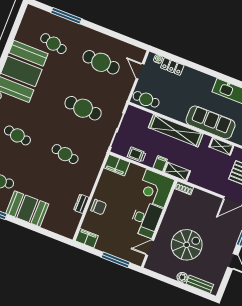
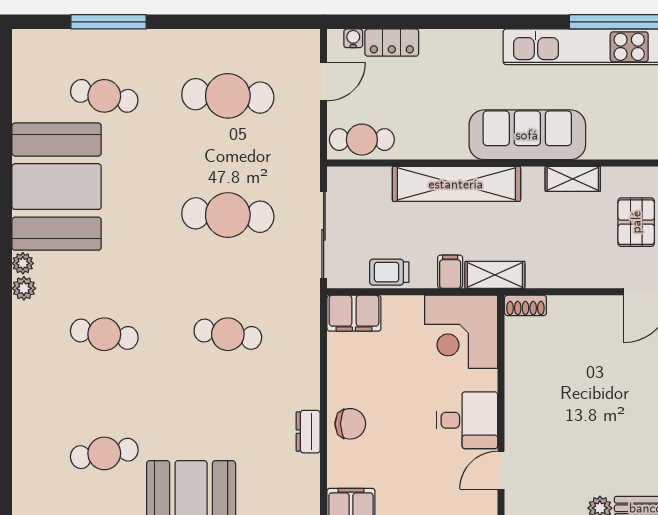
door: (140, 71) -> (324, 82), swing flipped
desk: (146, 219) -> (467, 420), width x0.73
spiral stairs: (187, 245) -> (581, 431), removed

